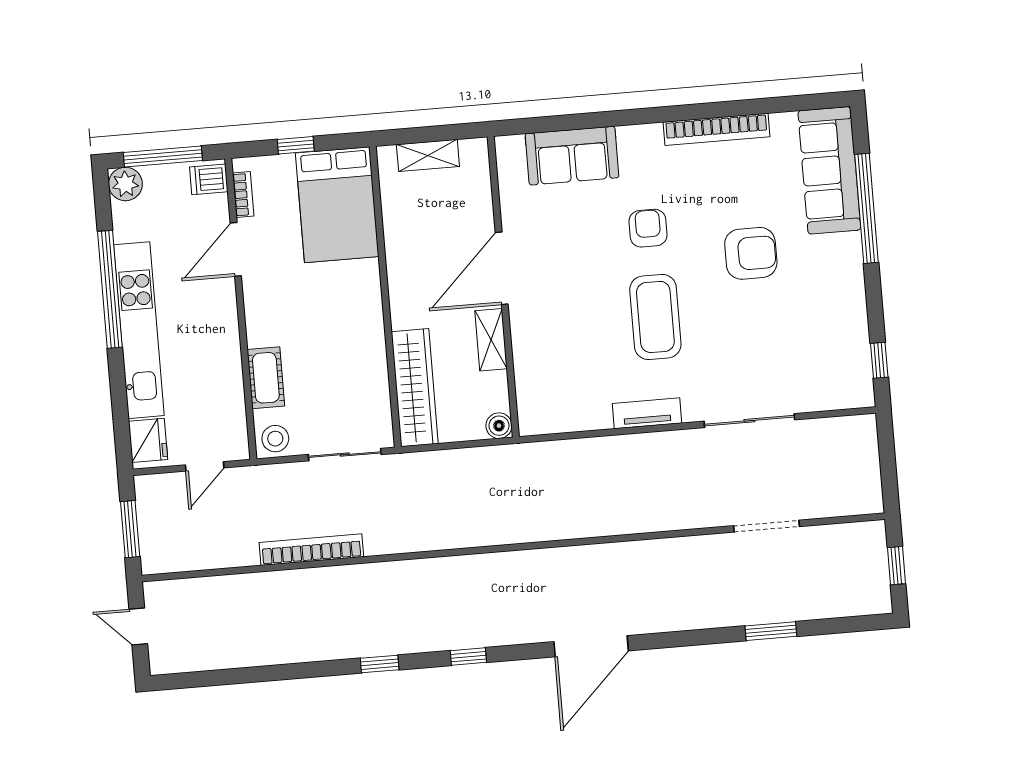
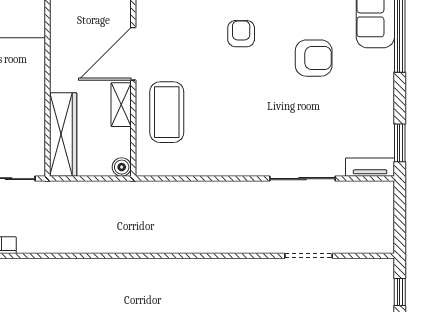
coffee table: (655, 317) -> (167, 112), moved
window: (879, 360) -> (400, 143), width x1.50
tv unit: (647, 413) -> (370, 167), moved

